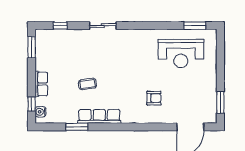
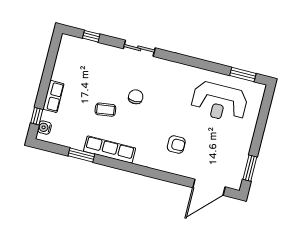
window: (32, 47) -> (53, 52), removed
chair: (110, 67) -> (136, 97), added

